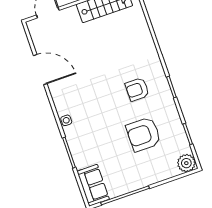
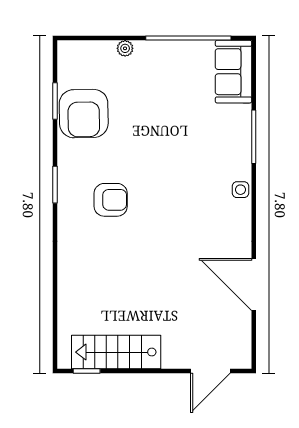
armchair: (143, 134) -> (84, 114), moved, turned 89
plant: (186, 163) -> (125, 48), moved, width x0.53, depth x0.53

